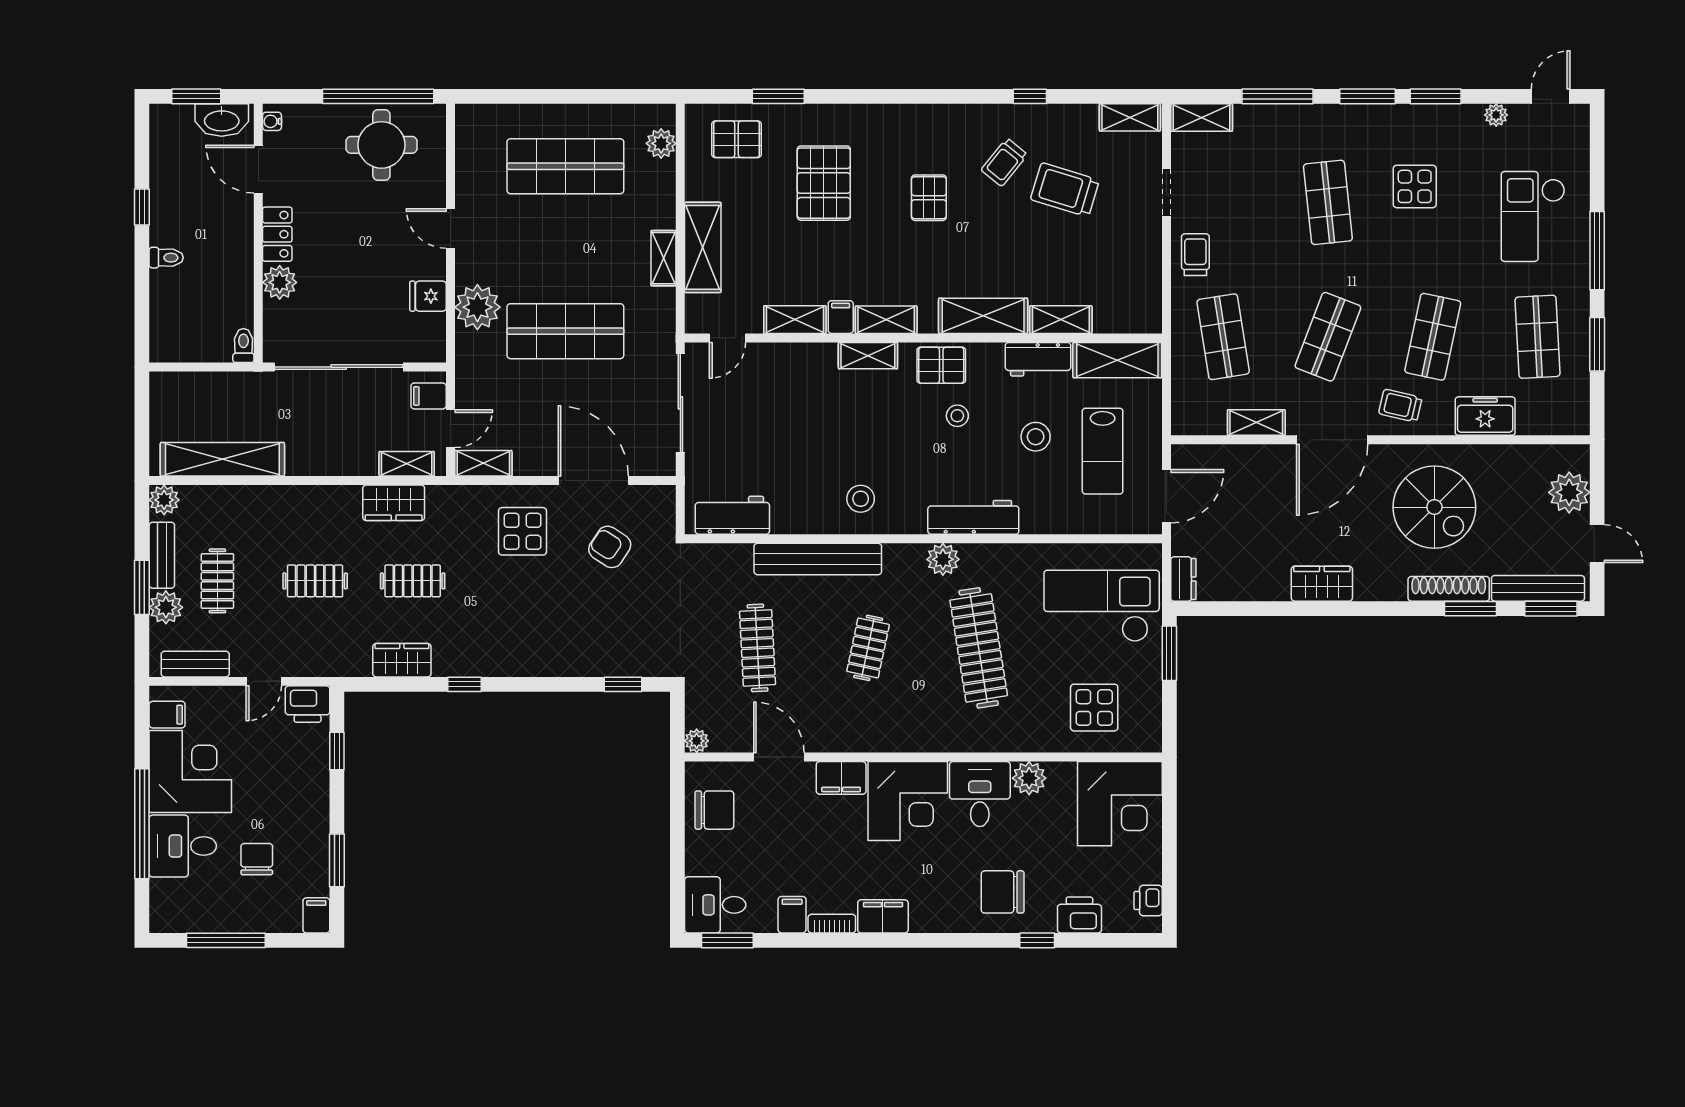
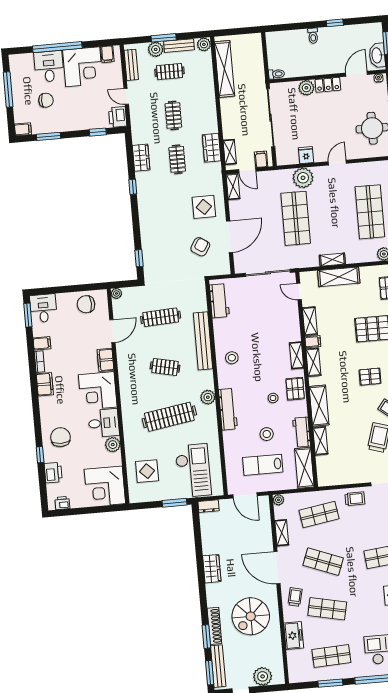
plant: (1183, 423) -> (278, 500), added
chair: (714, 810) -> (86, 304), turned 90

